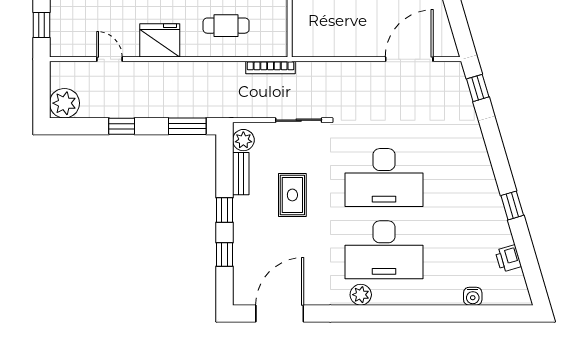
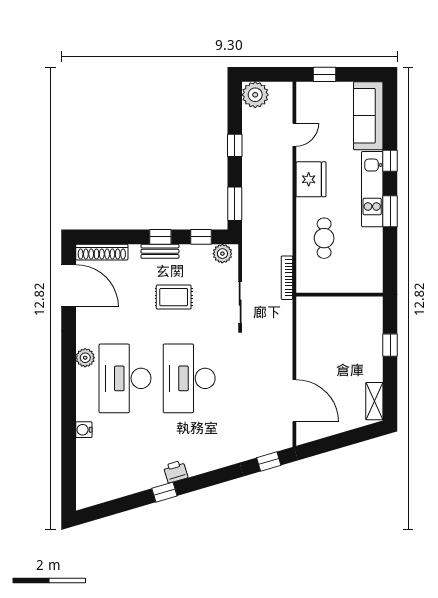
bench: (241, 174) -> (160, 251), moved
window: (225, 254) -> (201, 237), moved
printer: (508, 258) -> (176, 472), moved
shoe rack: (242, 276) -> (102, 252), added
water cooler: (473, 296) -> (84, 430), moved

